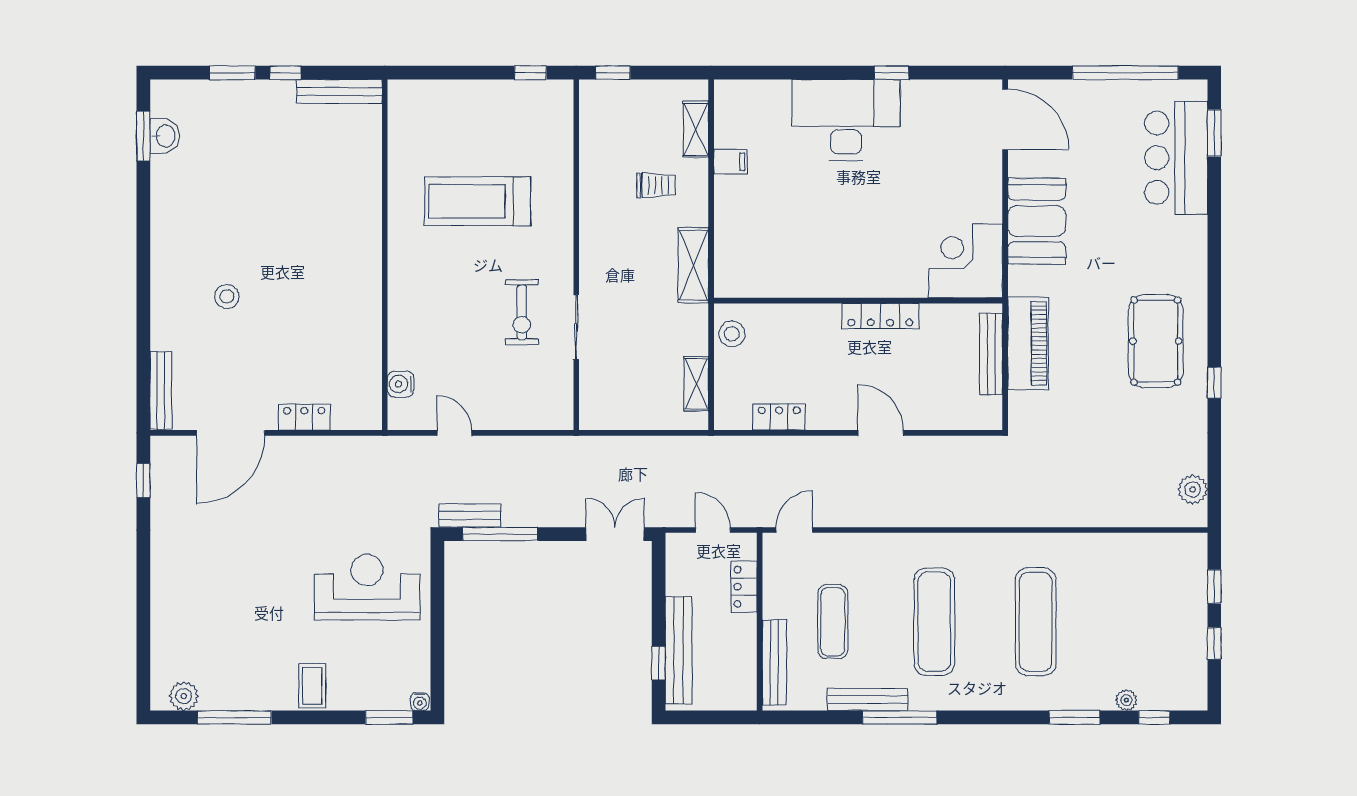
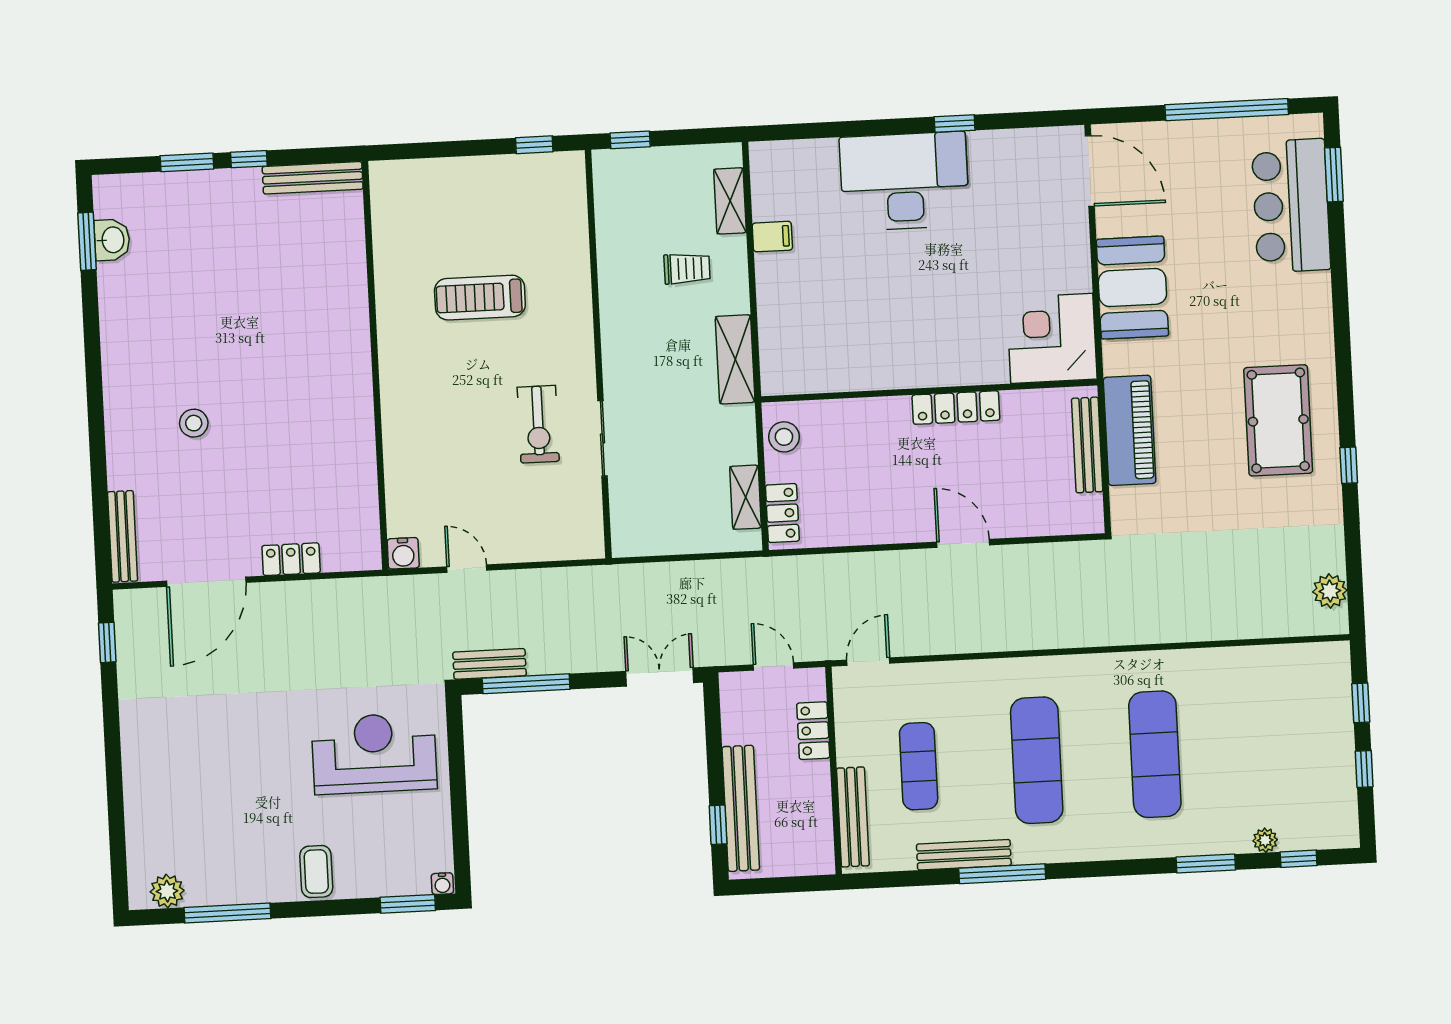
treadmill: (477, 201) -> (480, 298), width x0.73, depth x0.73
water cooler: (401, 384) -> (403, 553), moved, turned -90
locker: (779, 417) -> (782, 513), moved, turned 90

